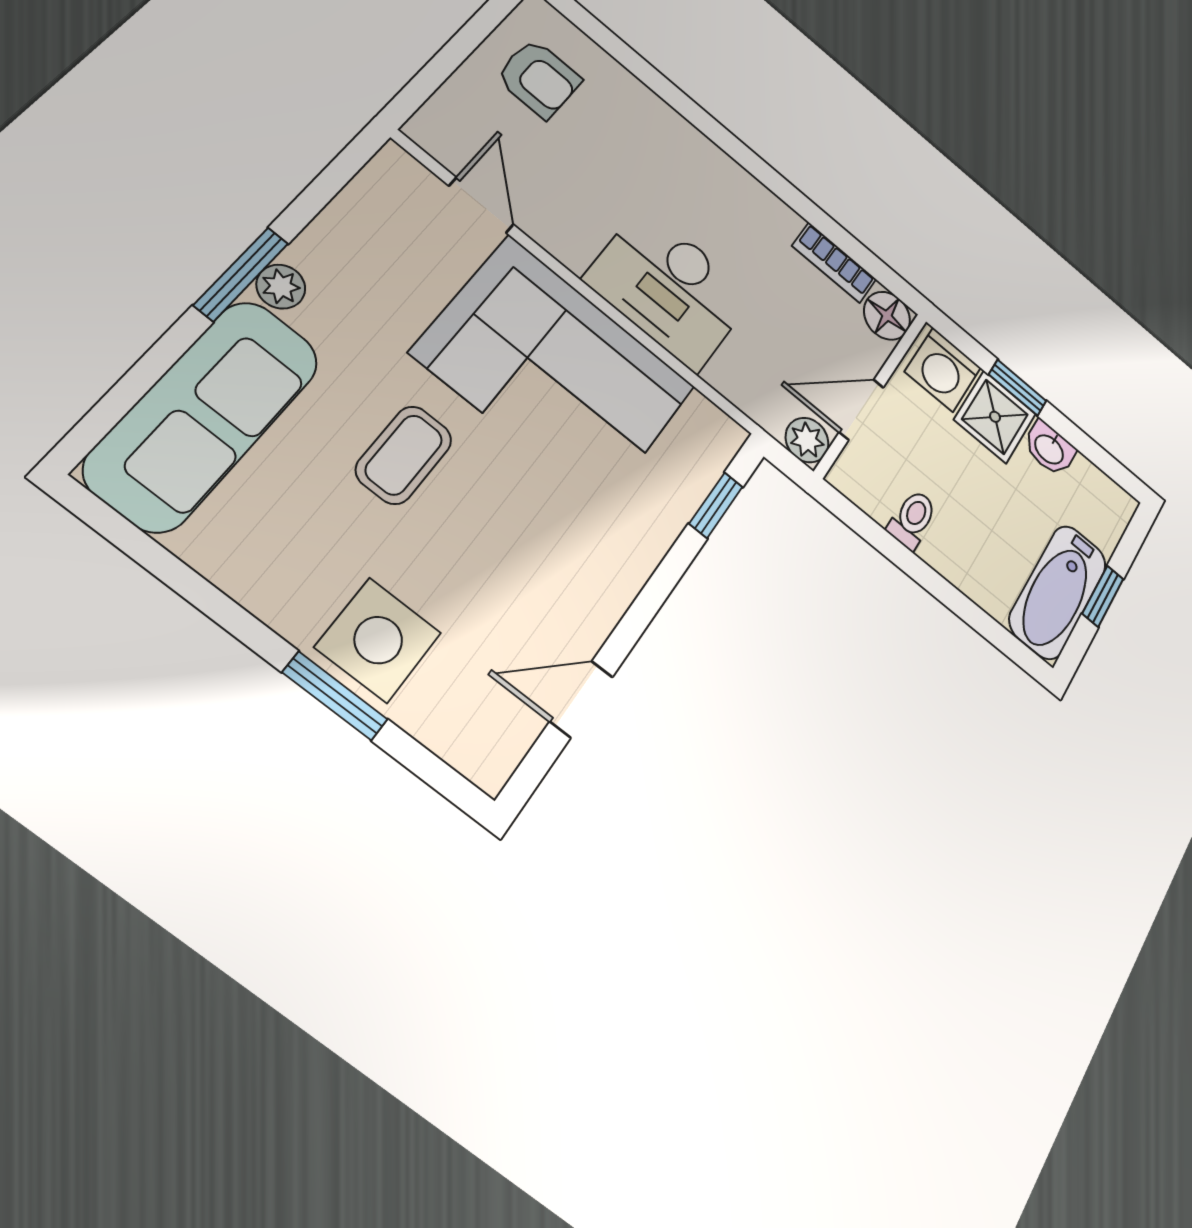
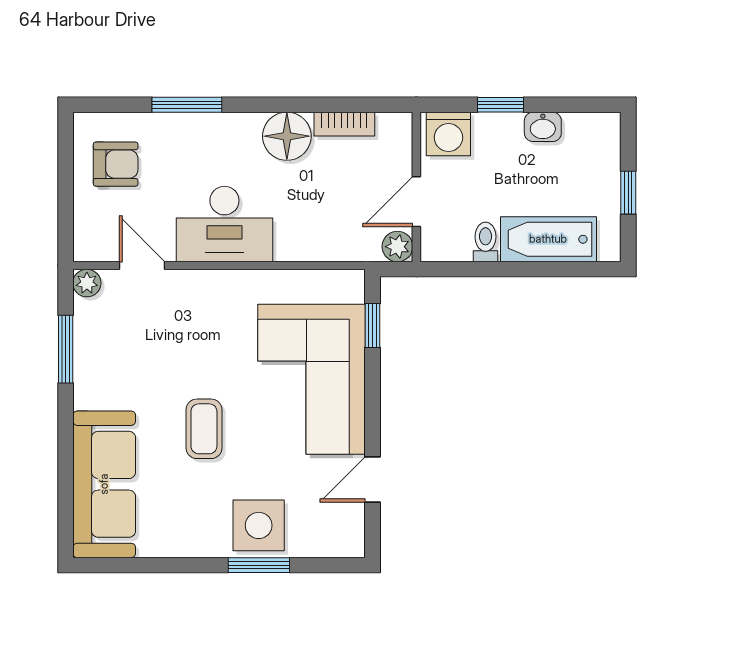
window: (671, 94) -> (187, 105), added
window: (241, 274) -> (66, 349), moved
plant: (281, 287) -> (87, 283), moved
desk: (669, 288) -> (224, 224), moved
floor lamp: (887, 316) -> (287, 136), moved, width x1.38, depth x1.38
corner sofa: (555, 370) -> (312, 379), moved, turned 90
shower: (995, 417) -> (497, 136), removed
bathtub: (1058, 592) -> (548, 239), moved, turned 90

